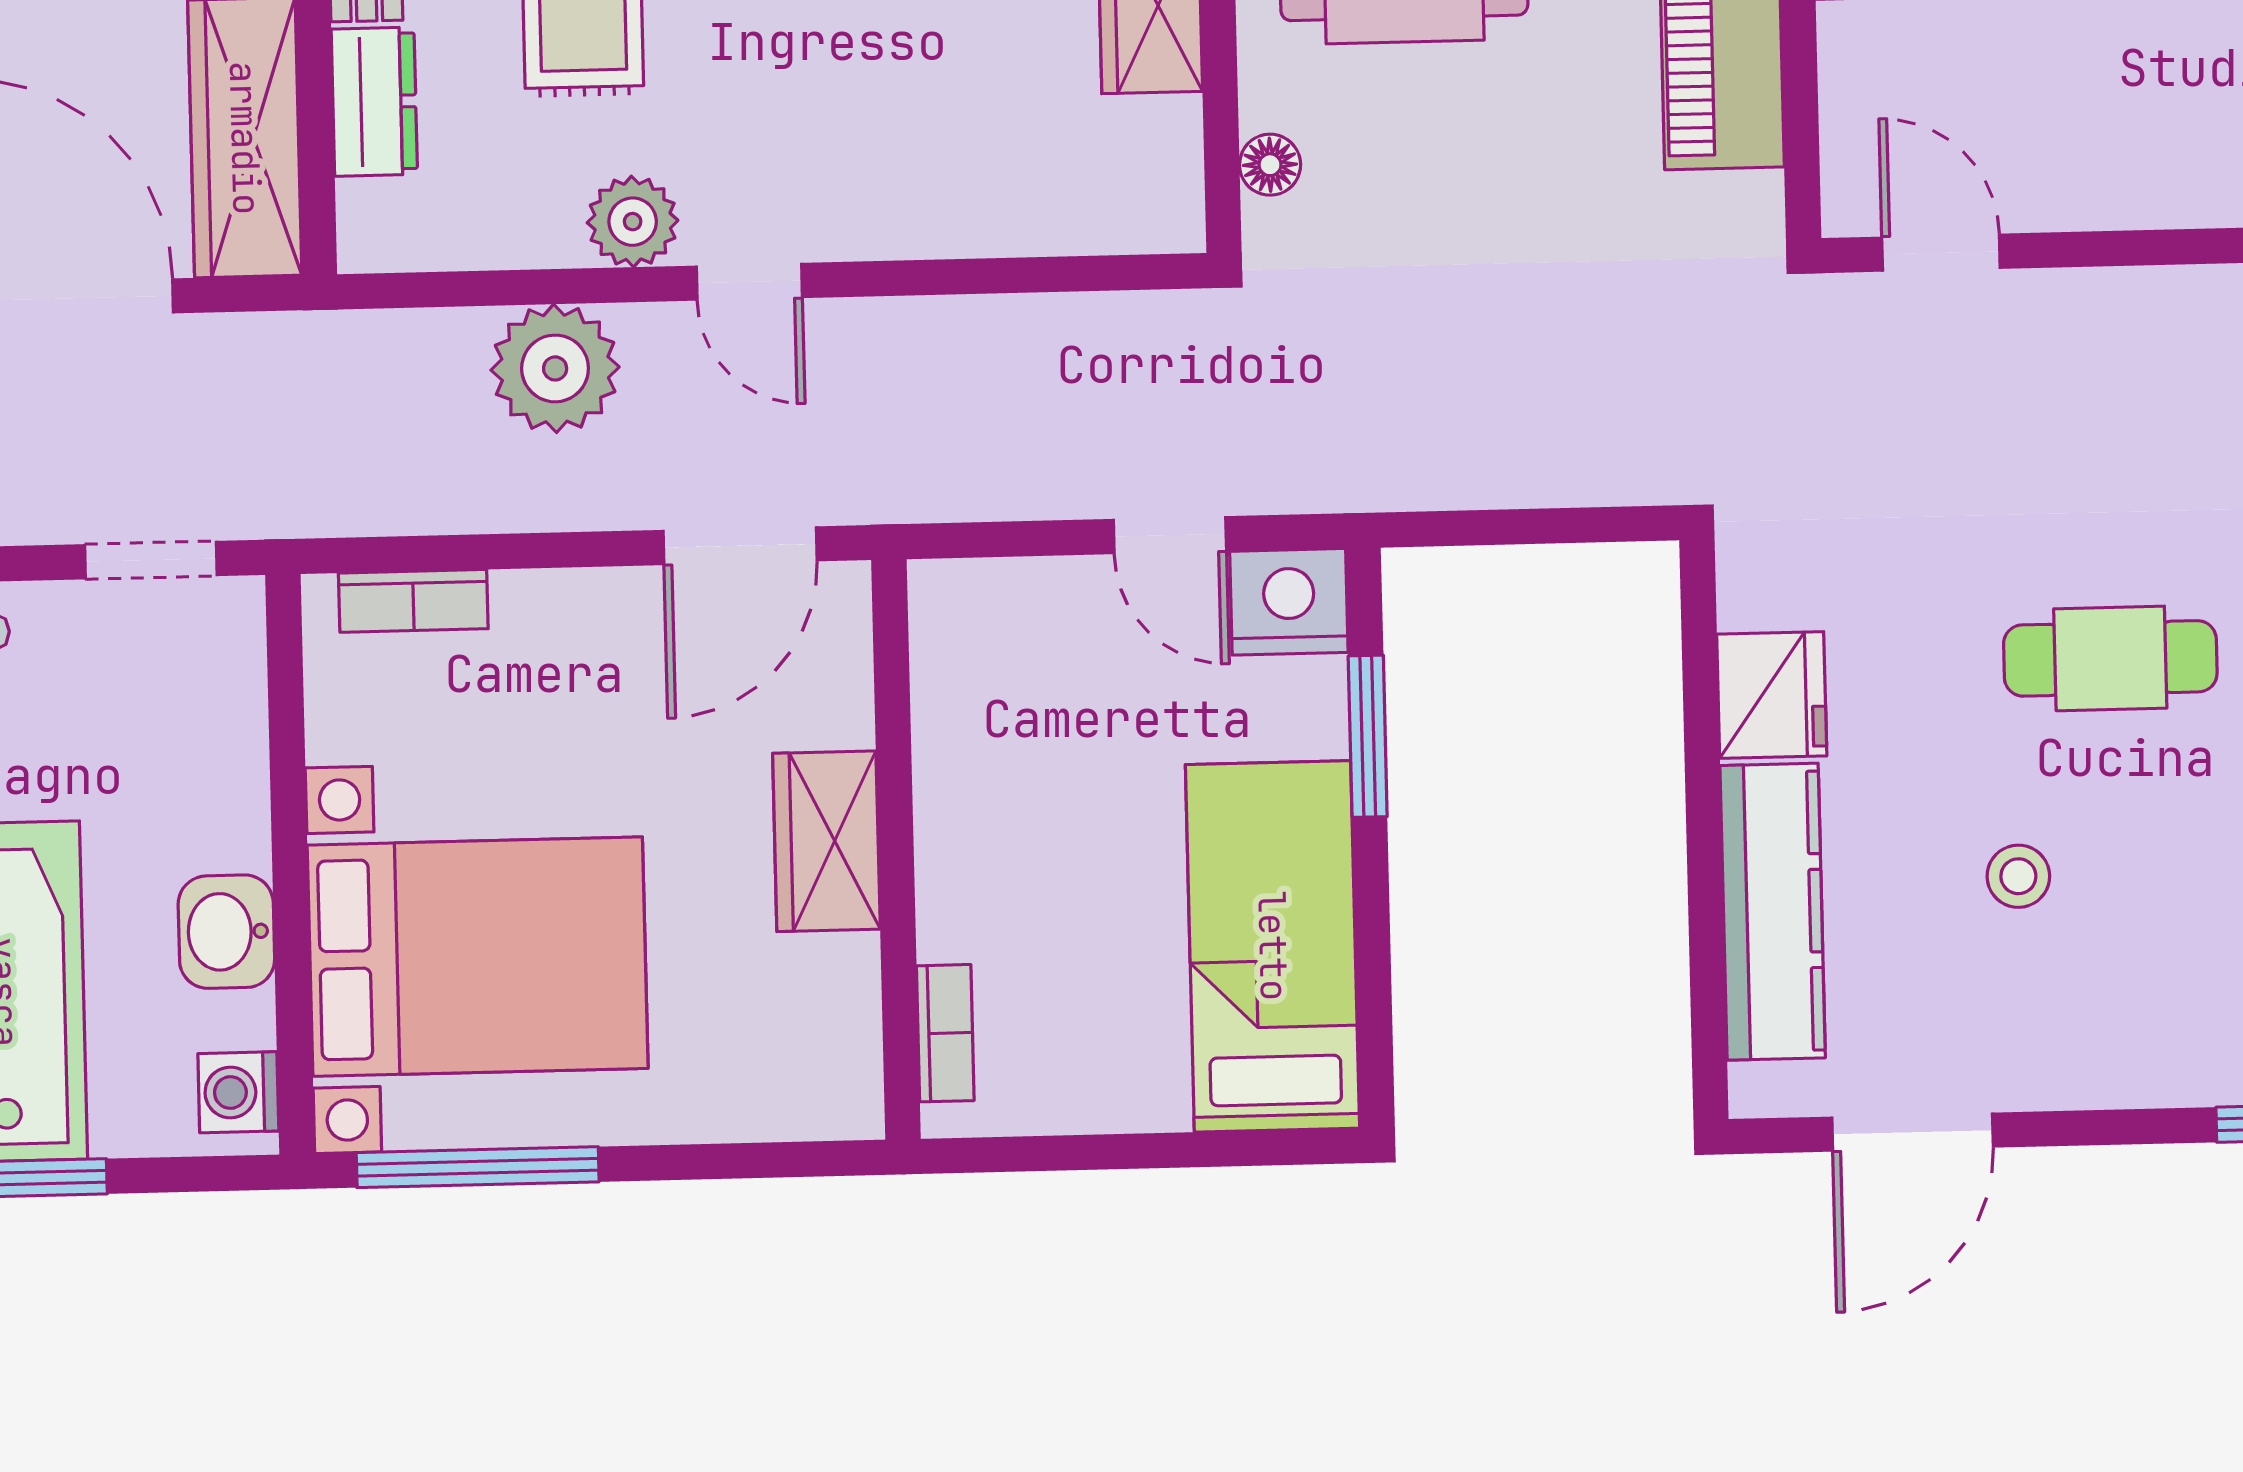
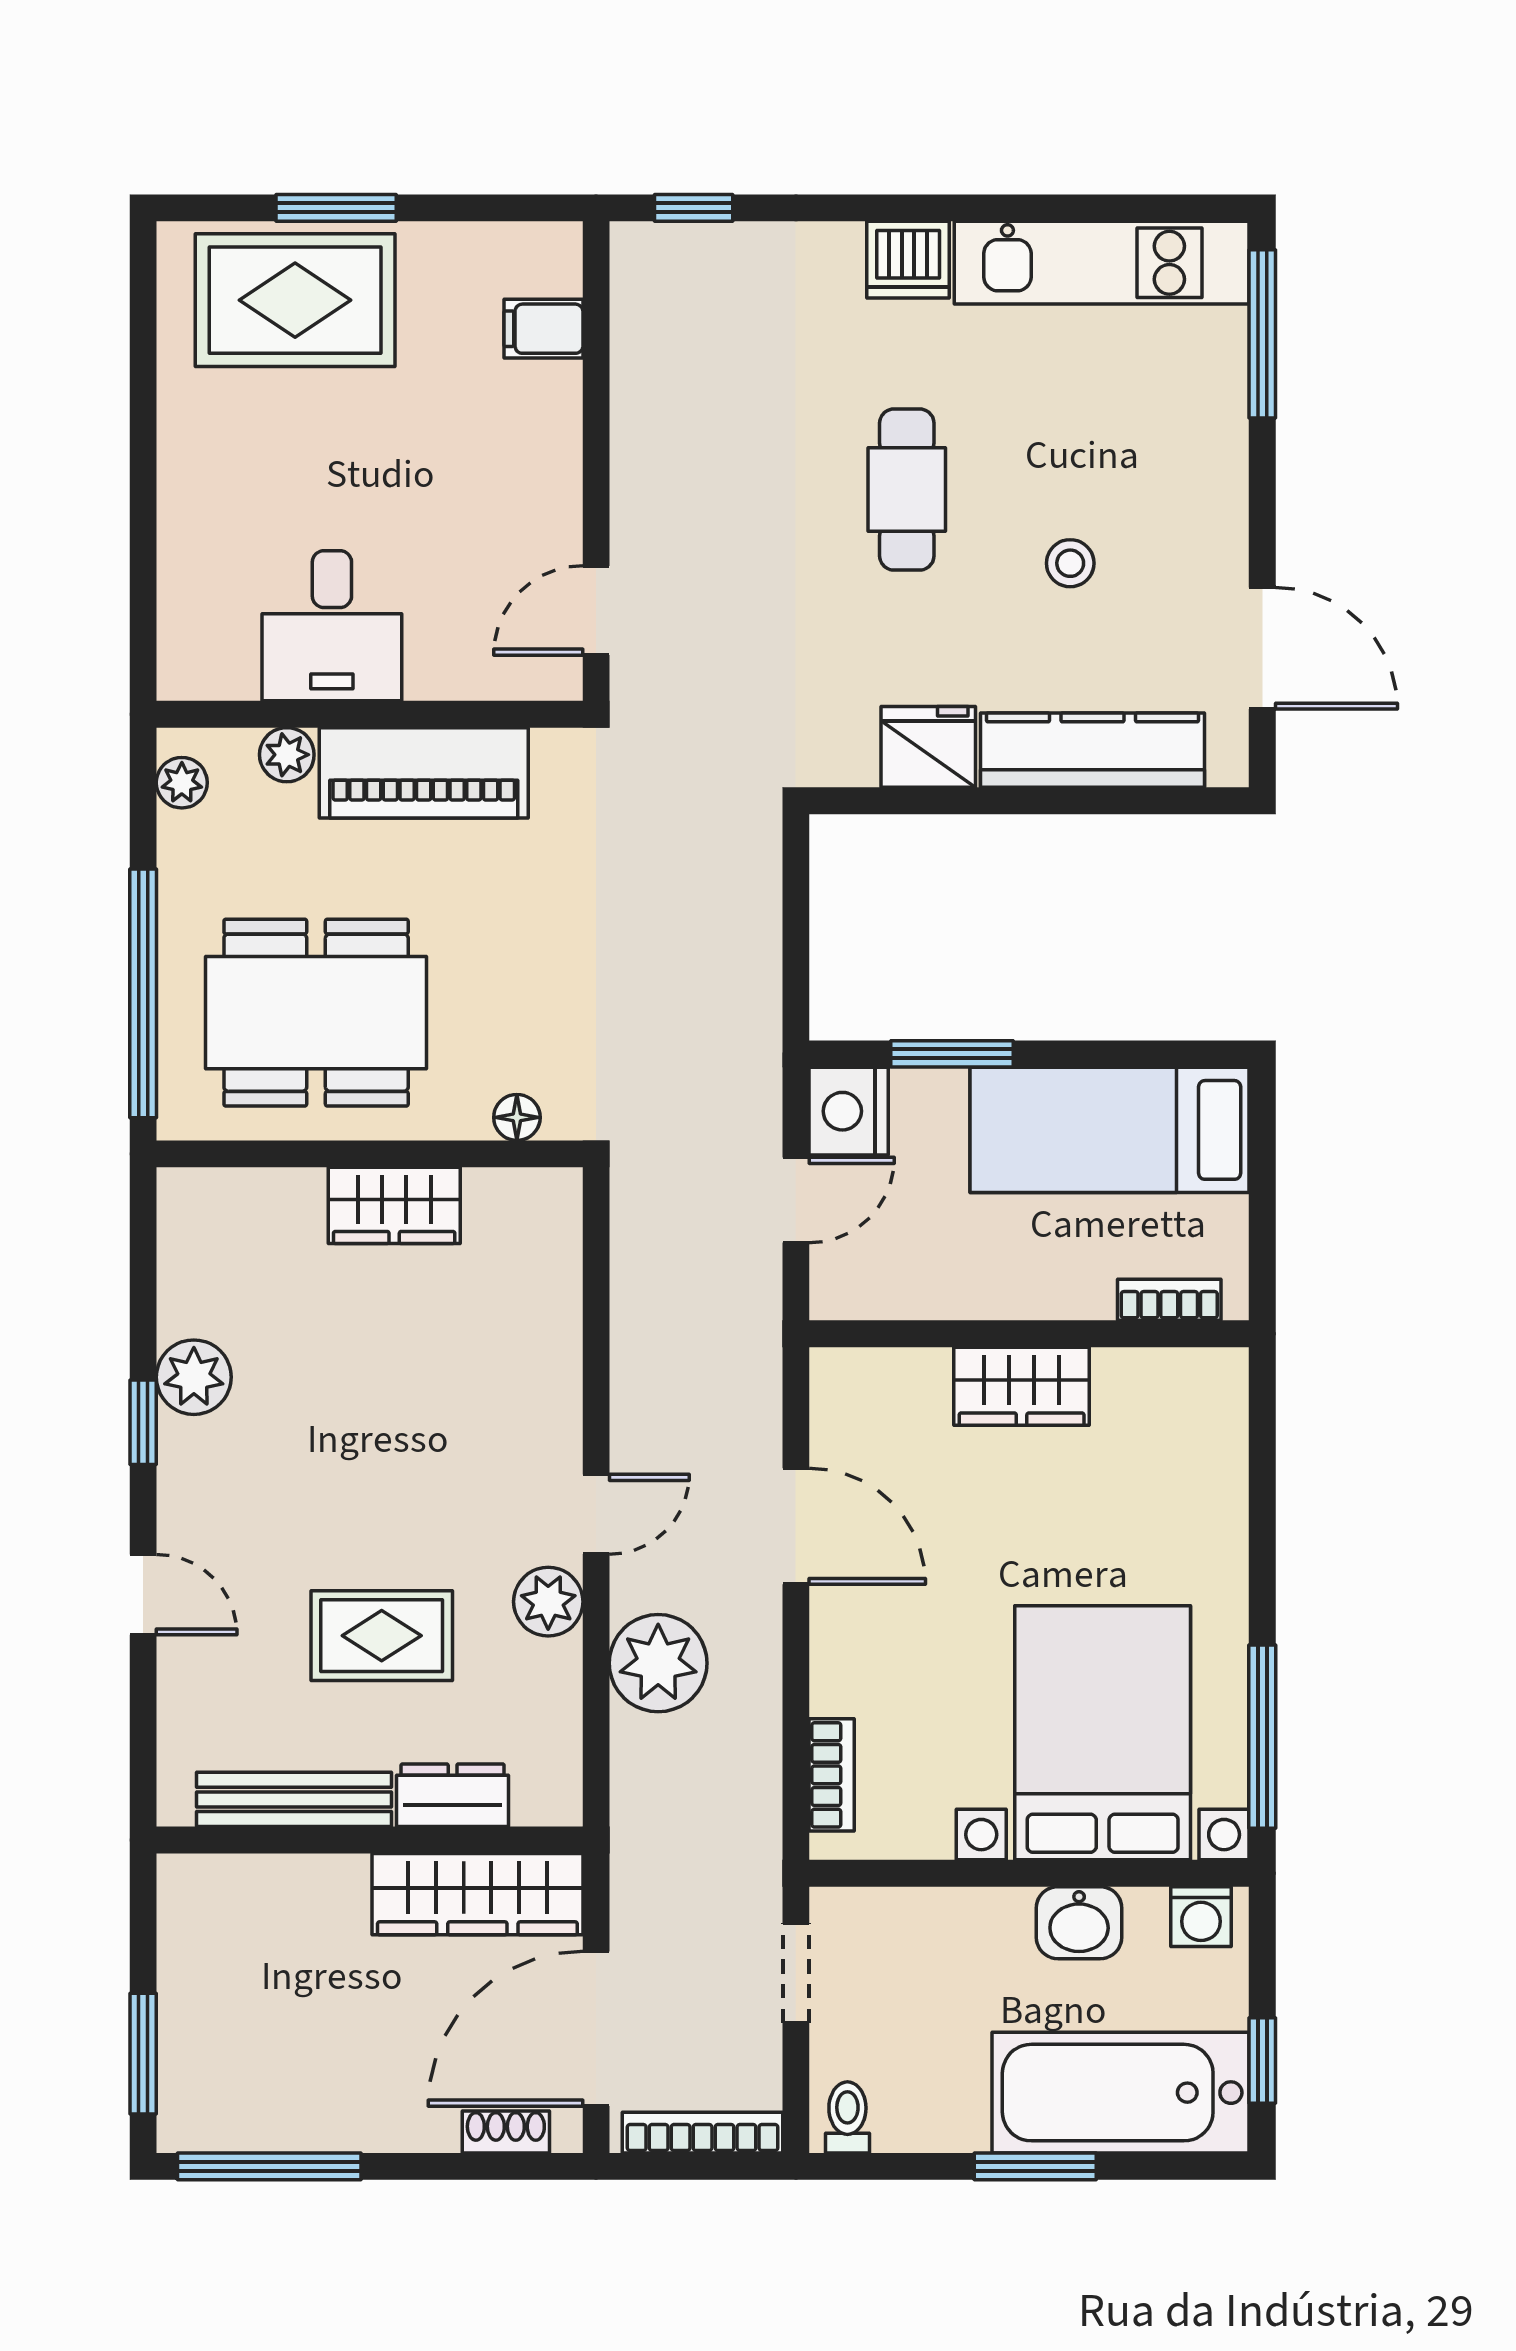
wardrobe: (826, 841) -> (1022, 1386), moved
wall: (896, 849) -> (1029, 1334), moved
bookcase: (945, 1033) -> (1169, 1300), moved

